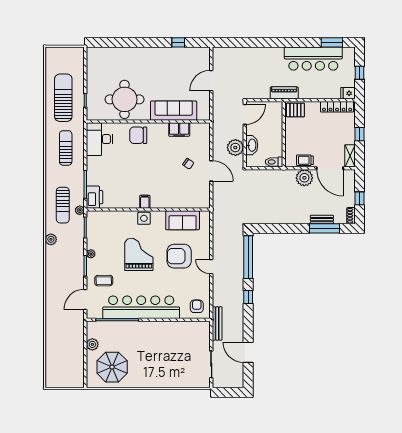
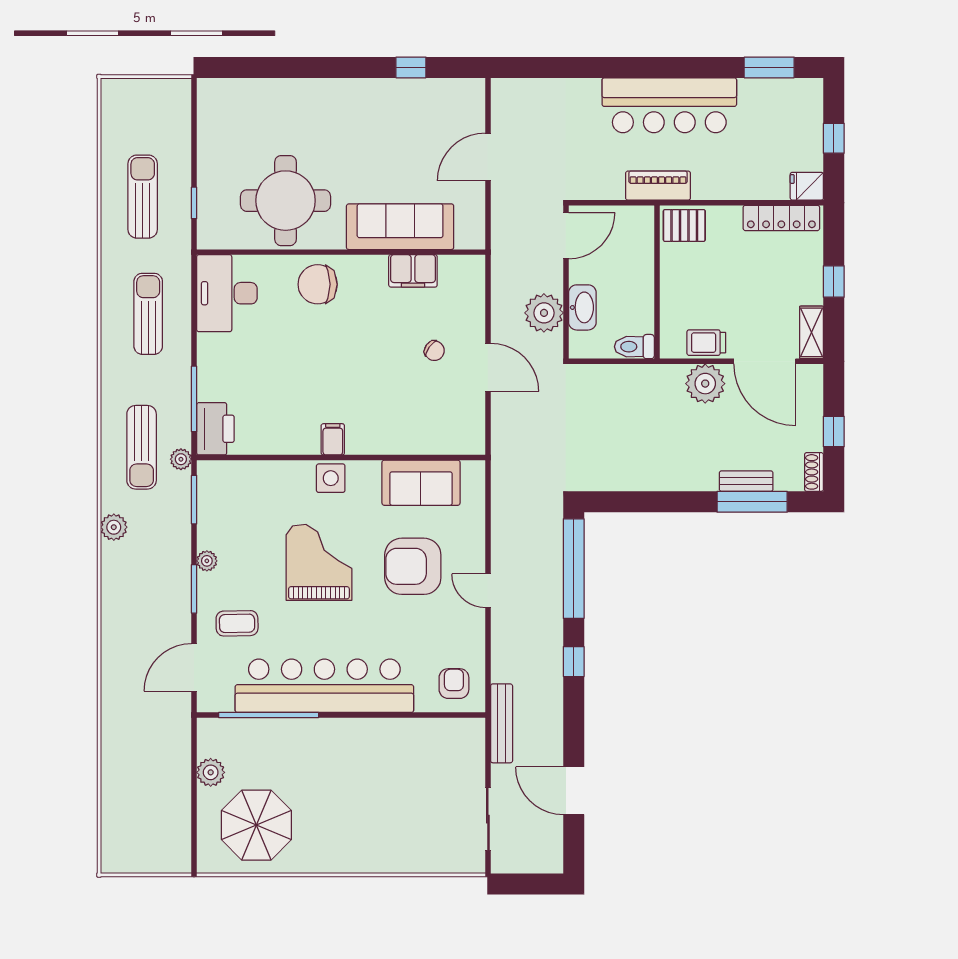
bar counter: (313, 59) -> (669, 105), moved
sun lounger: (63, 98) -> (143, 197), width x0.73, depth x0.75

